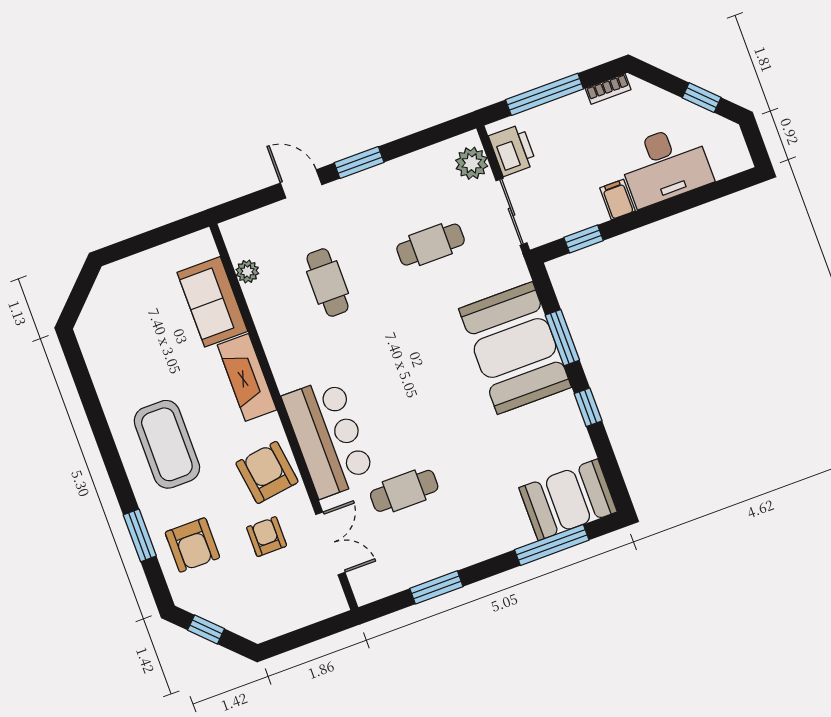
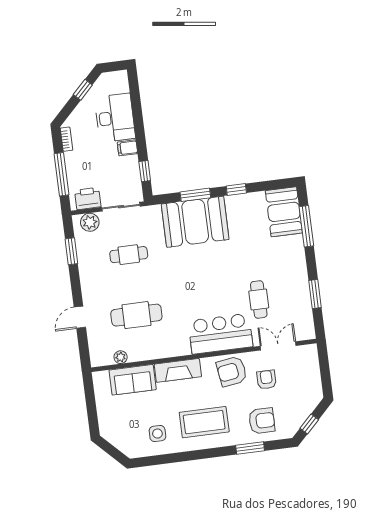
window: (359, 163) -> (71, 251), moved
cafe table: (431, 245) -> (129, 255), turned 90
cafe table: (327, 283) -> (136, 315), width x1.37, depth x1.35
side table: (128, 367) -> (157, 434), added
armchair: (267, 537) -> (266, 380), turned 90

